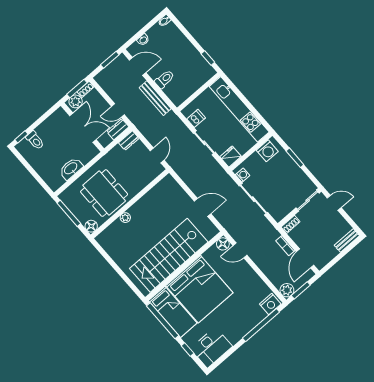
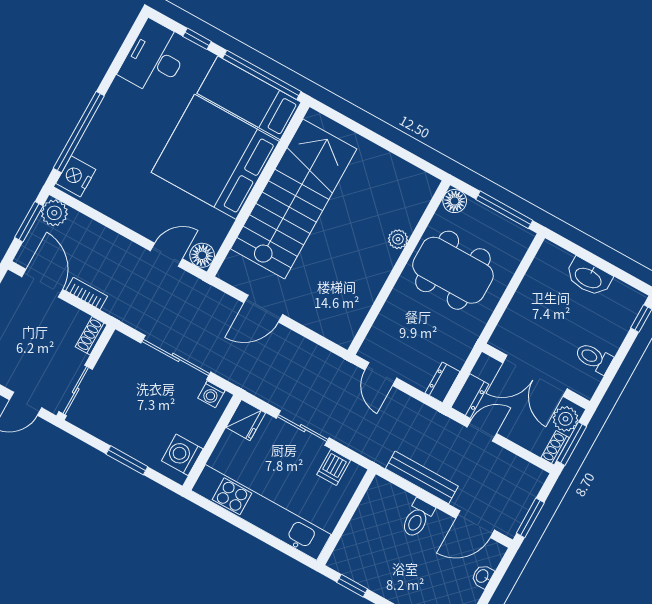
toilet: (35, 140) -> (594, 358), moved
washbasin: (71, 169) -> (589, 277), moved, turned 90

